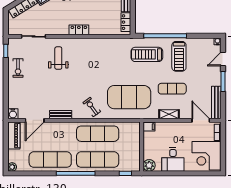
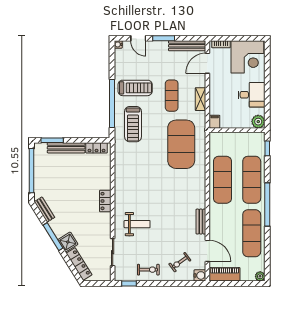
weight bench: (58, 58) -> (137, 224), turned 180
exercise bike: (92, 107) -> (180, 262), moved

